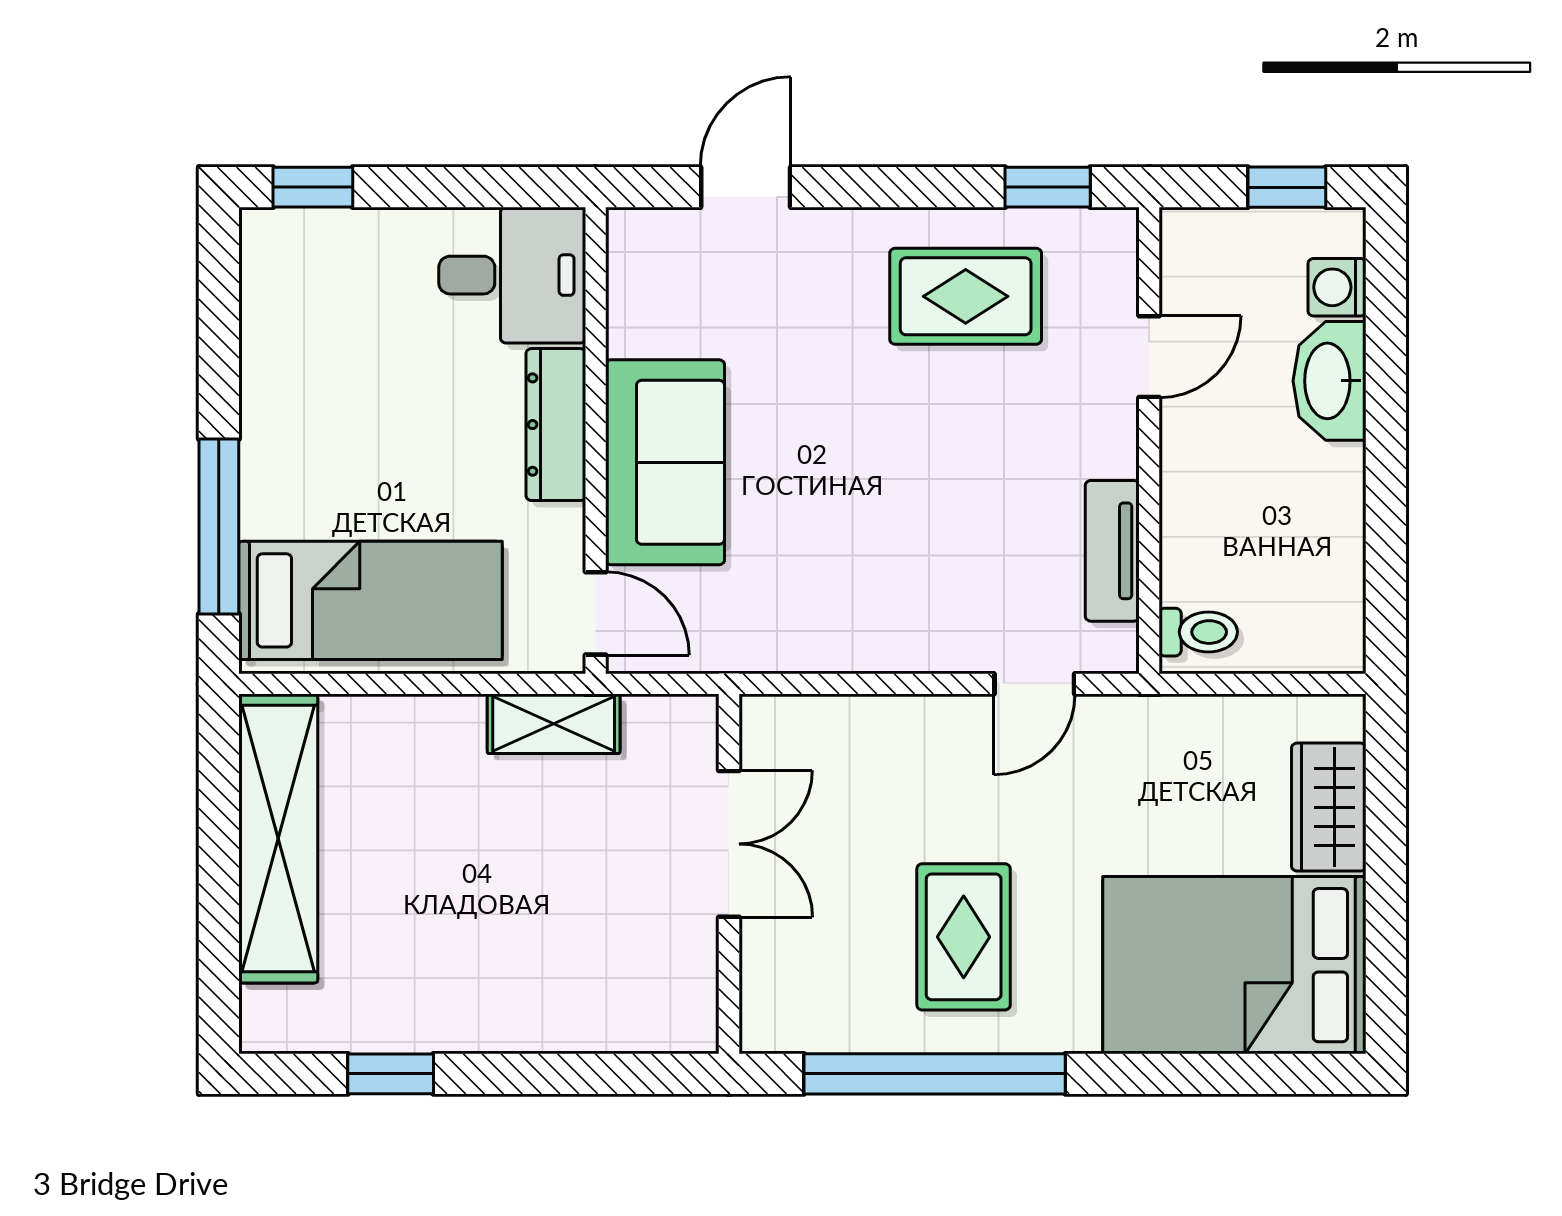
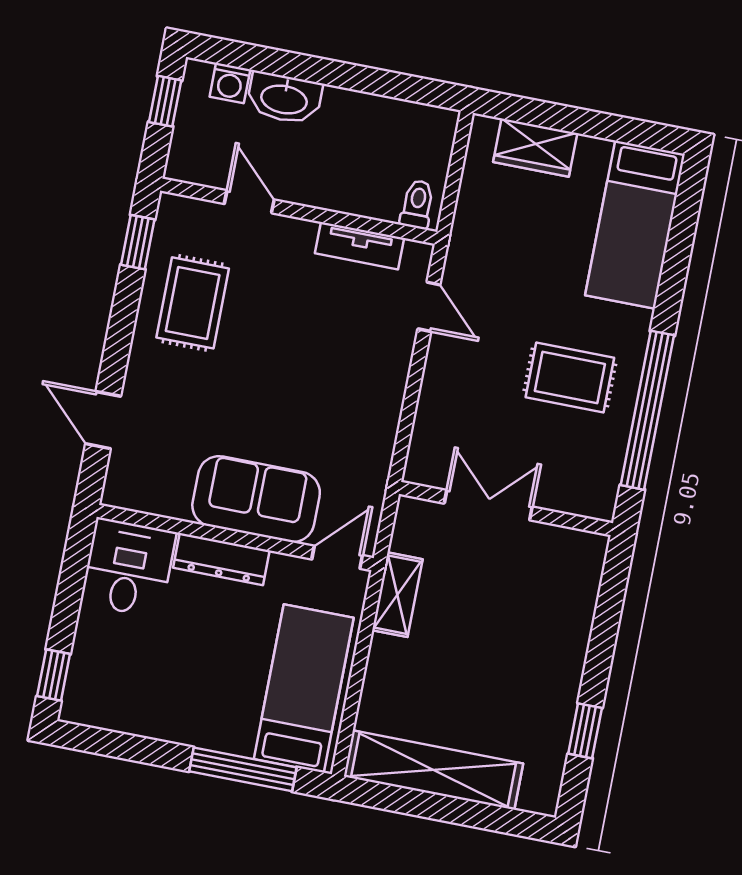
bed: (1234, 965) -> (635, 225), width x0.67

